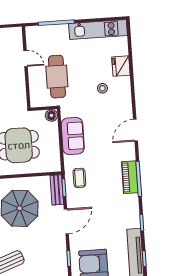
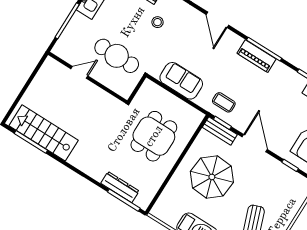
floor lamp: (51, 115) -> (148, 87), removed

